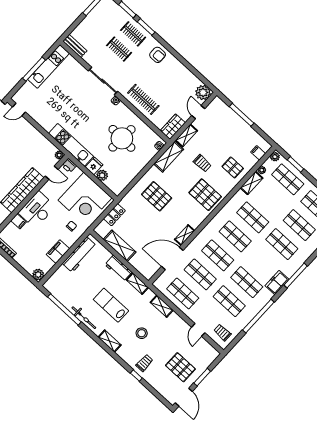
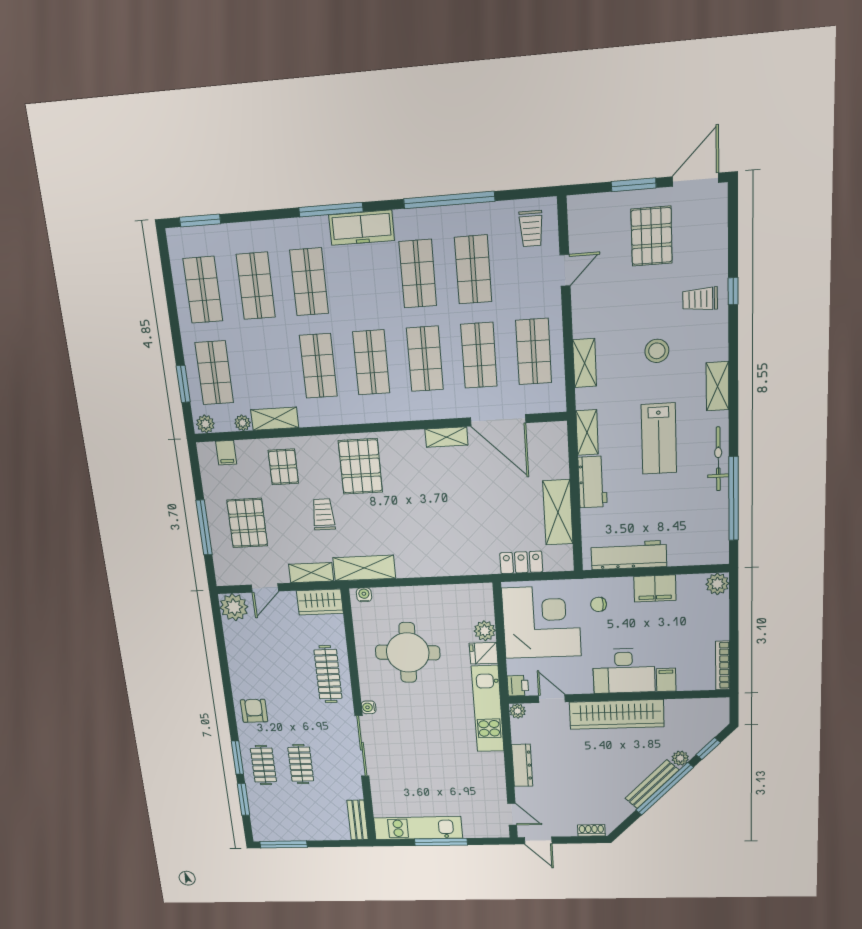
dresser: (36, 134) -> (522, 765), added
pallet: (157, 196) -> (247, 523), moved
freezer: (277, 283) -> (362, 228), width x1.40

